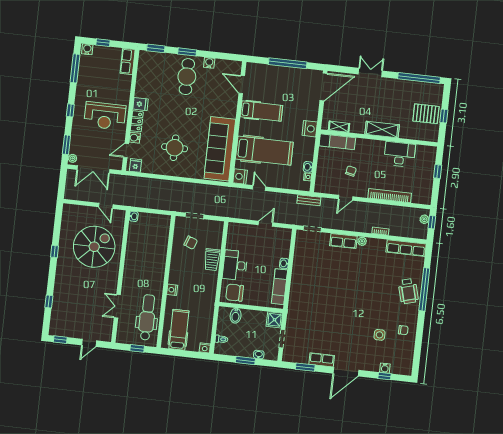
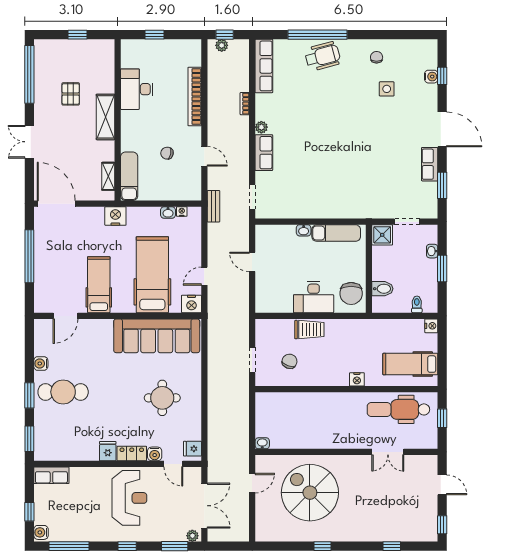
pallet: (426, 114) -> (71, 94), moved, width x0.67, depth x0.71

